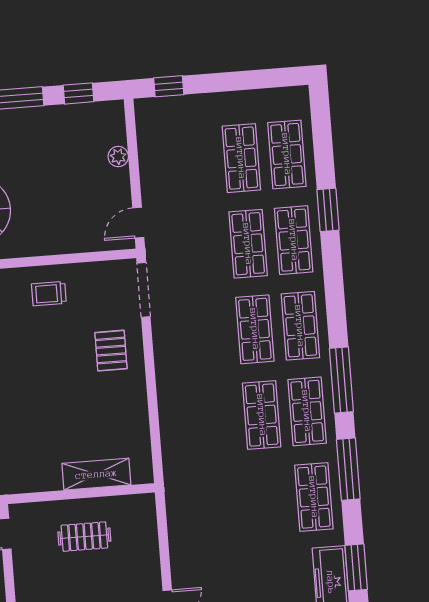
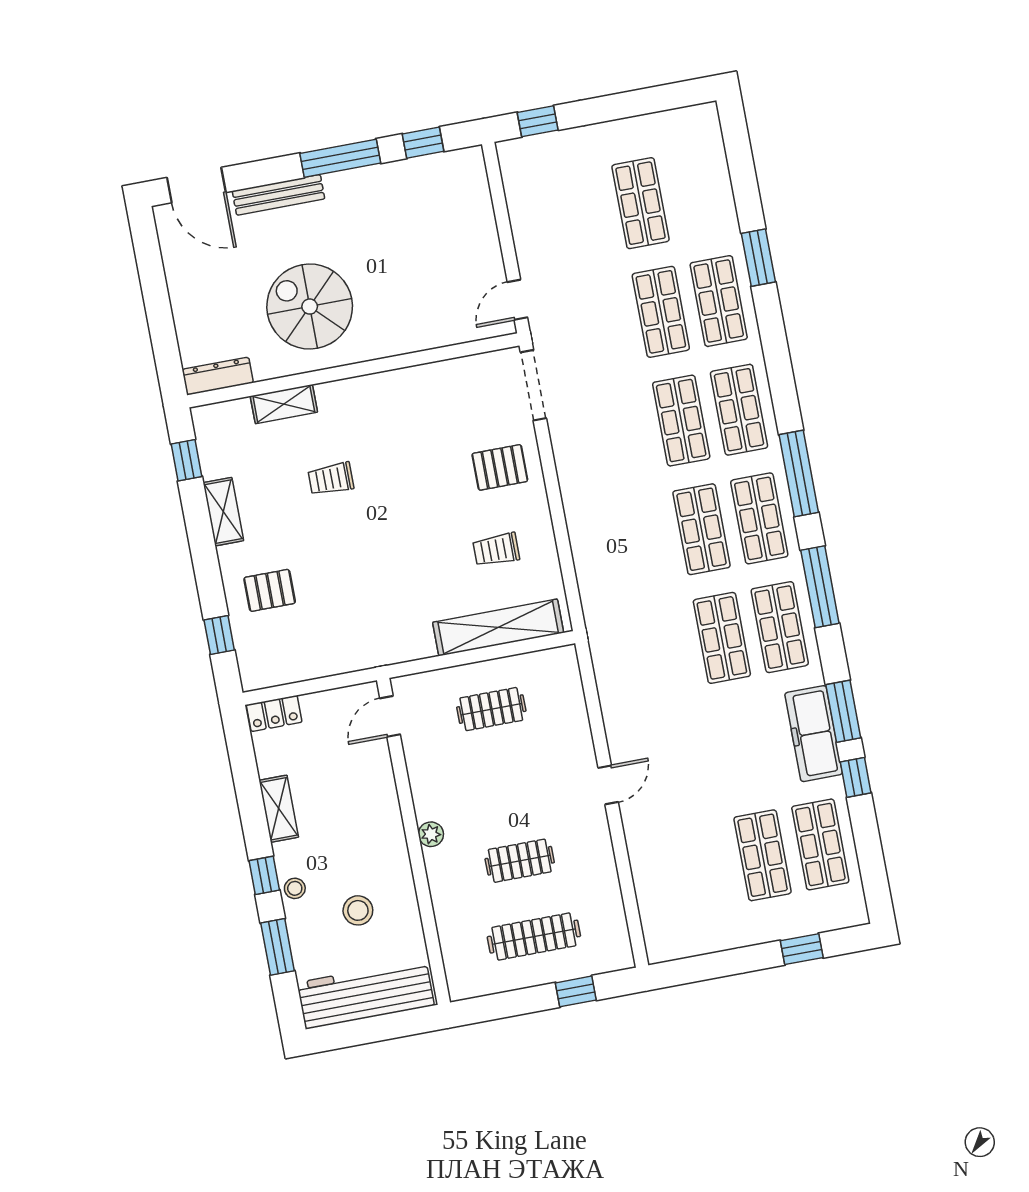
shop shelf: (287, 154) -> (722, 638), moved
plant: (118, 157) -> (483, 218), removed
trolley: (49, 294) -> (496, 550), moved
pallet: (111, 351) -> (500, 467), turned 90
shelving: (96, 474) -> (498, 627), width x1.47

